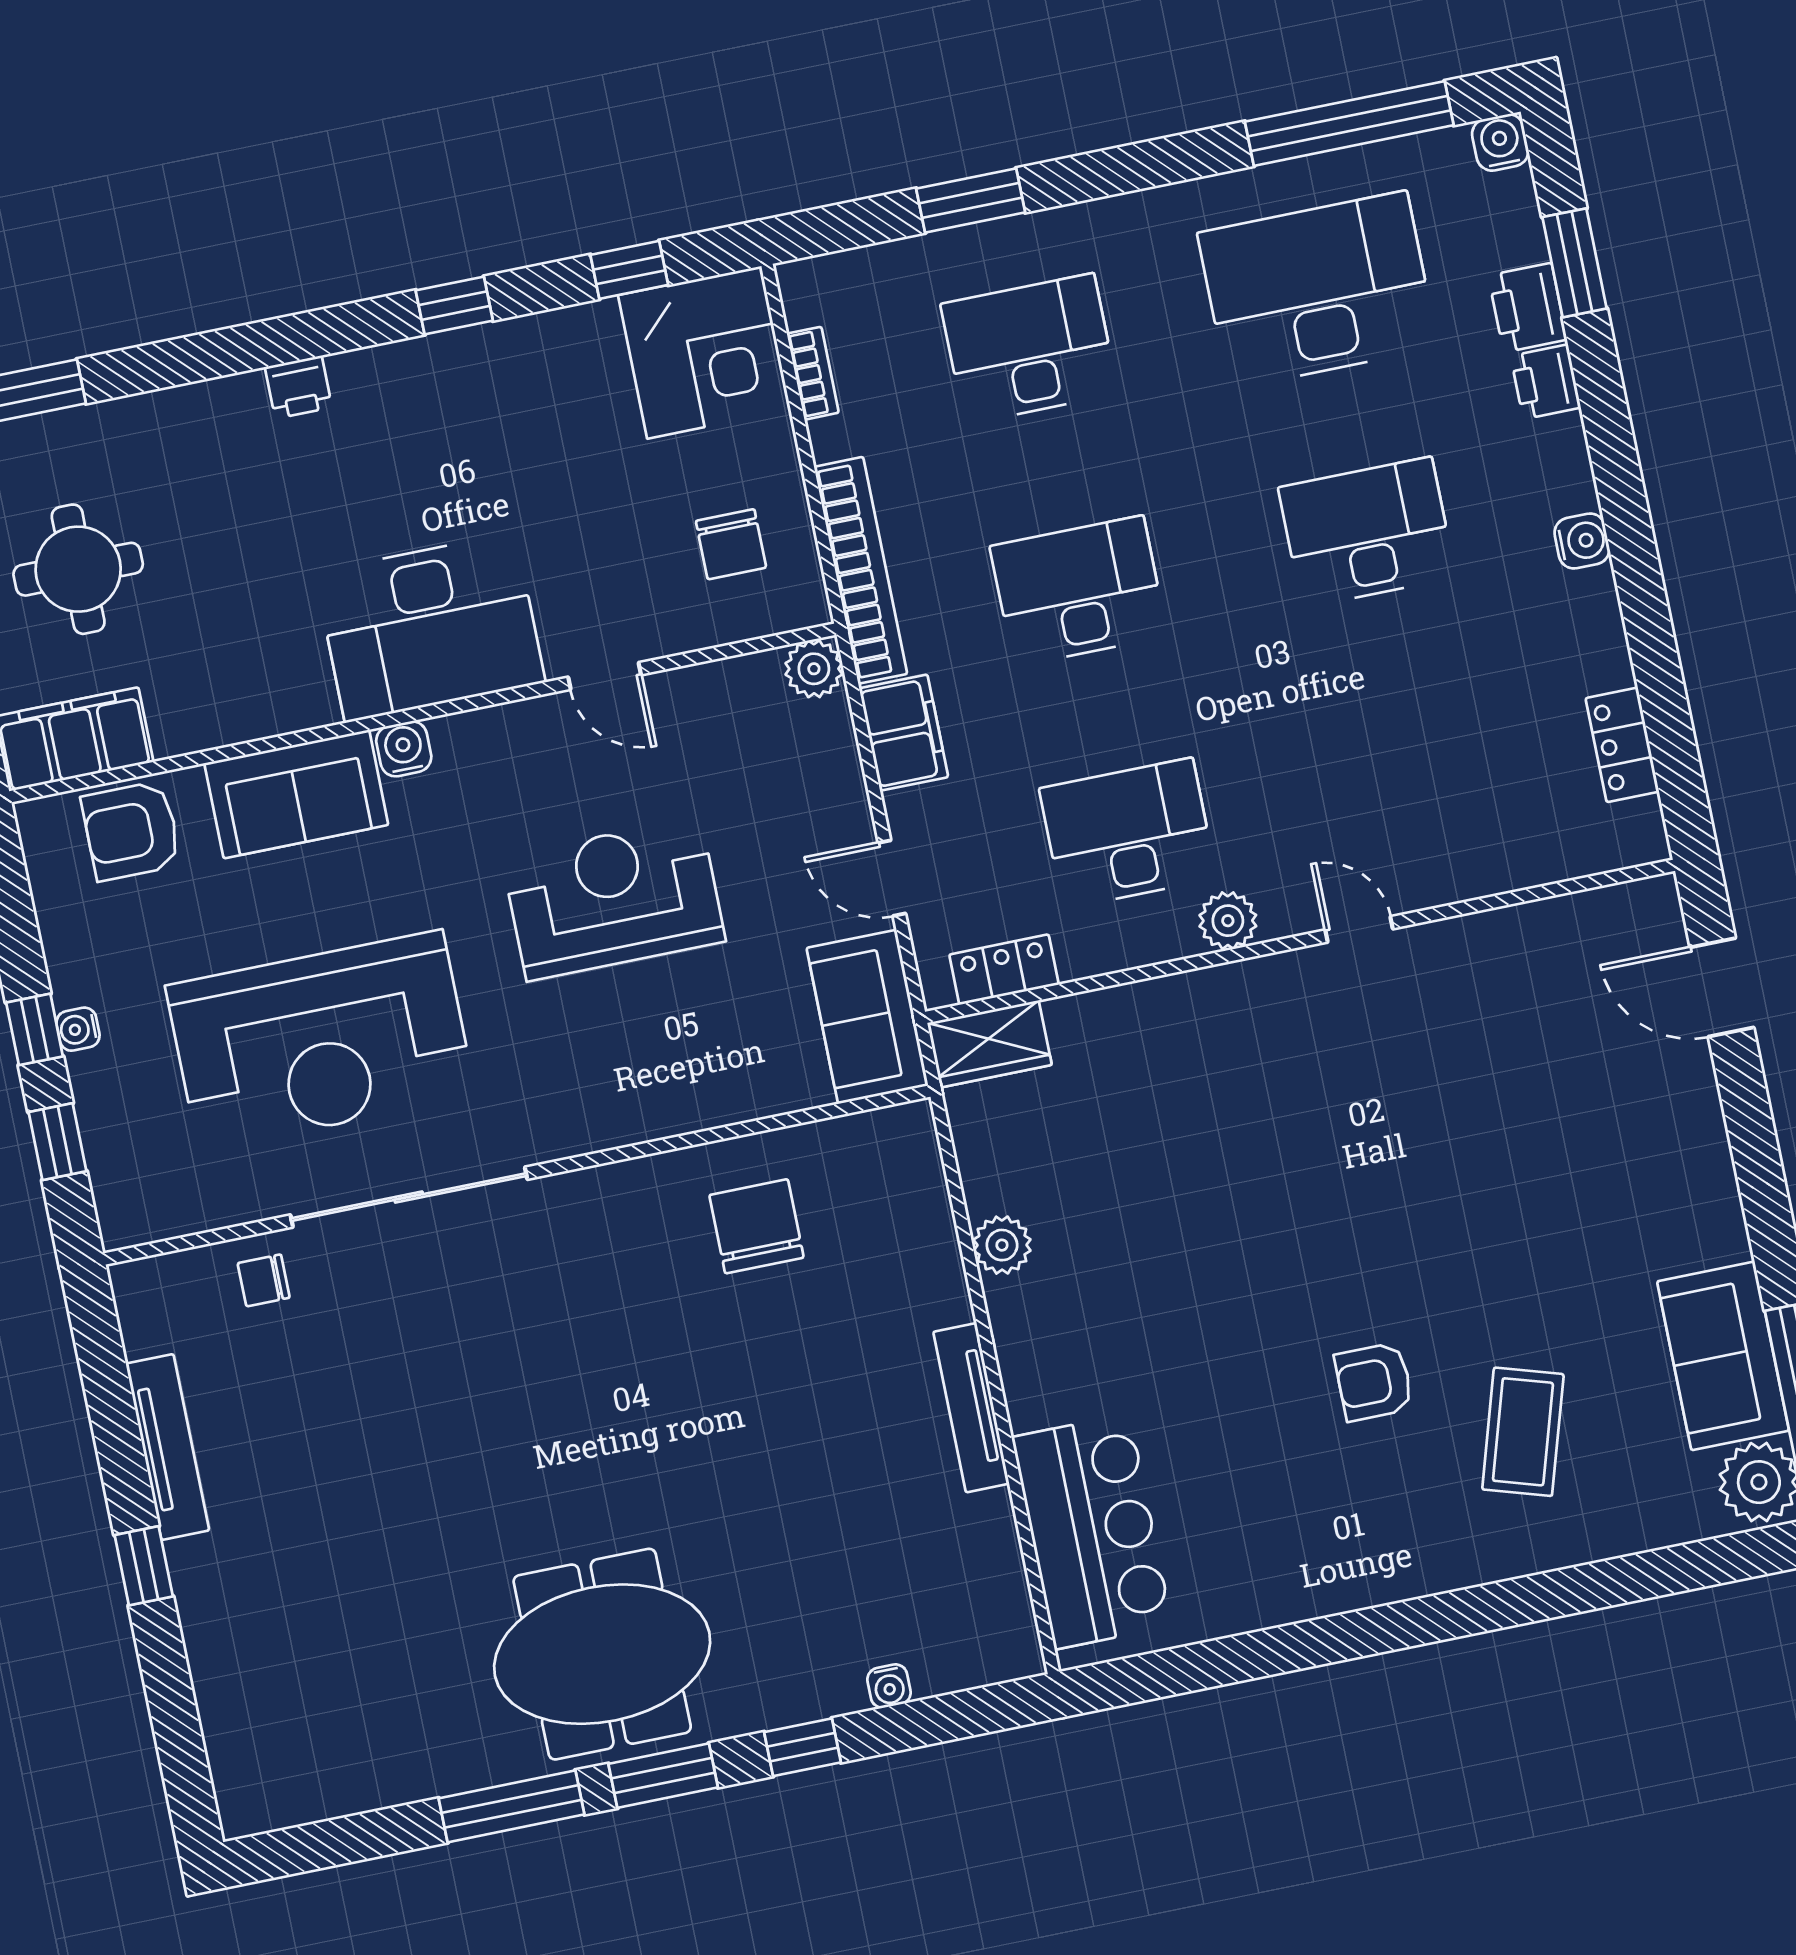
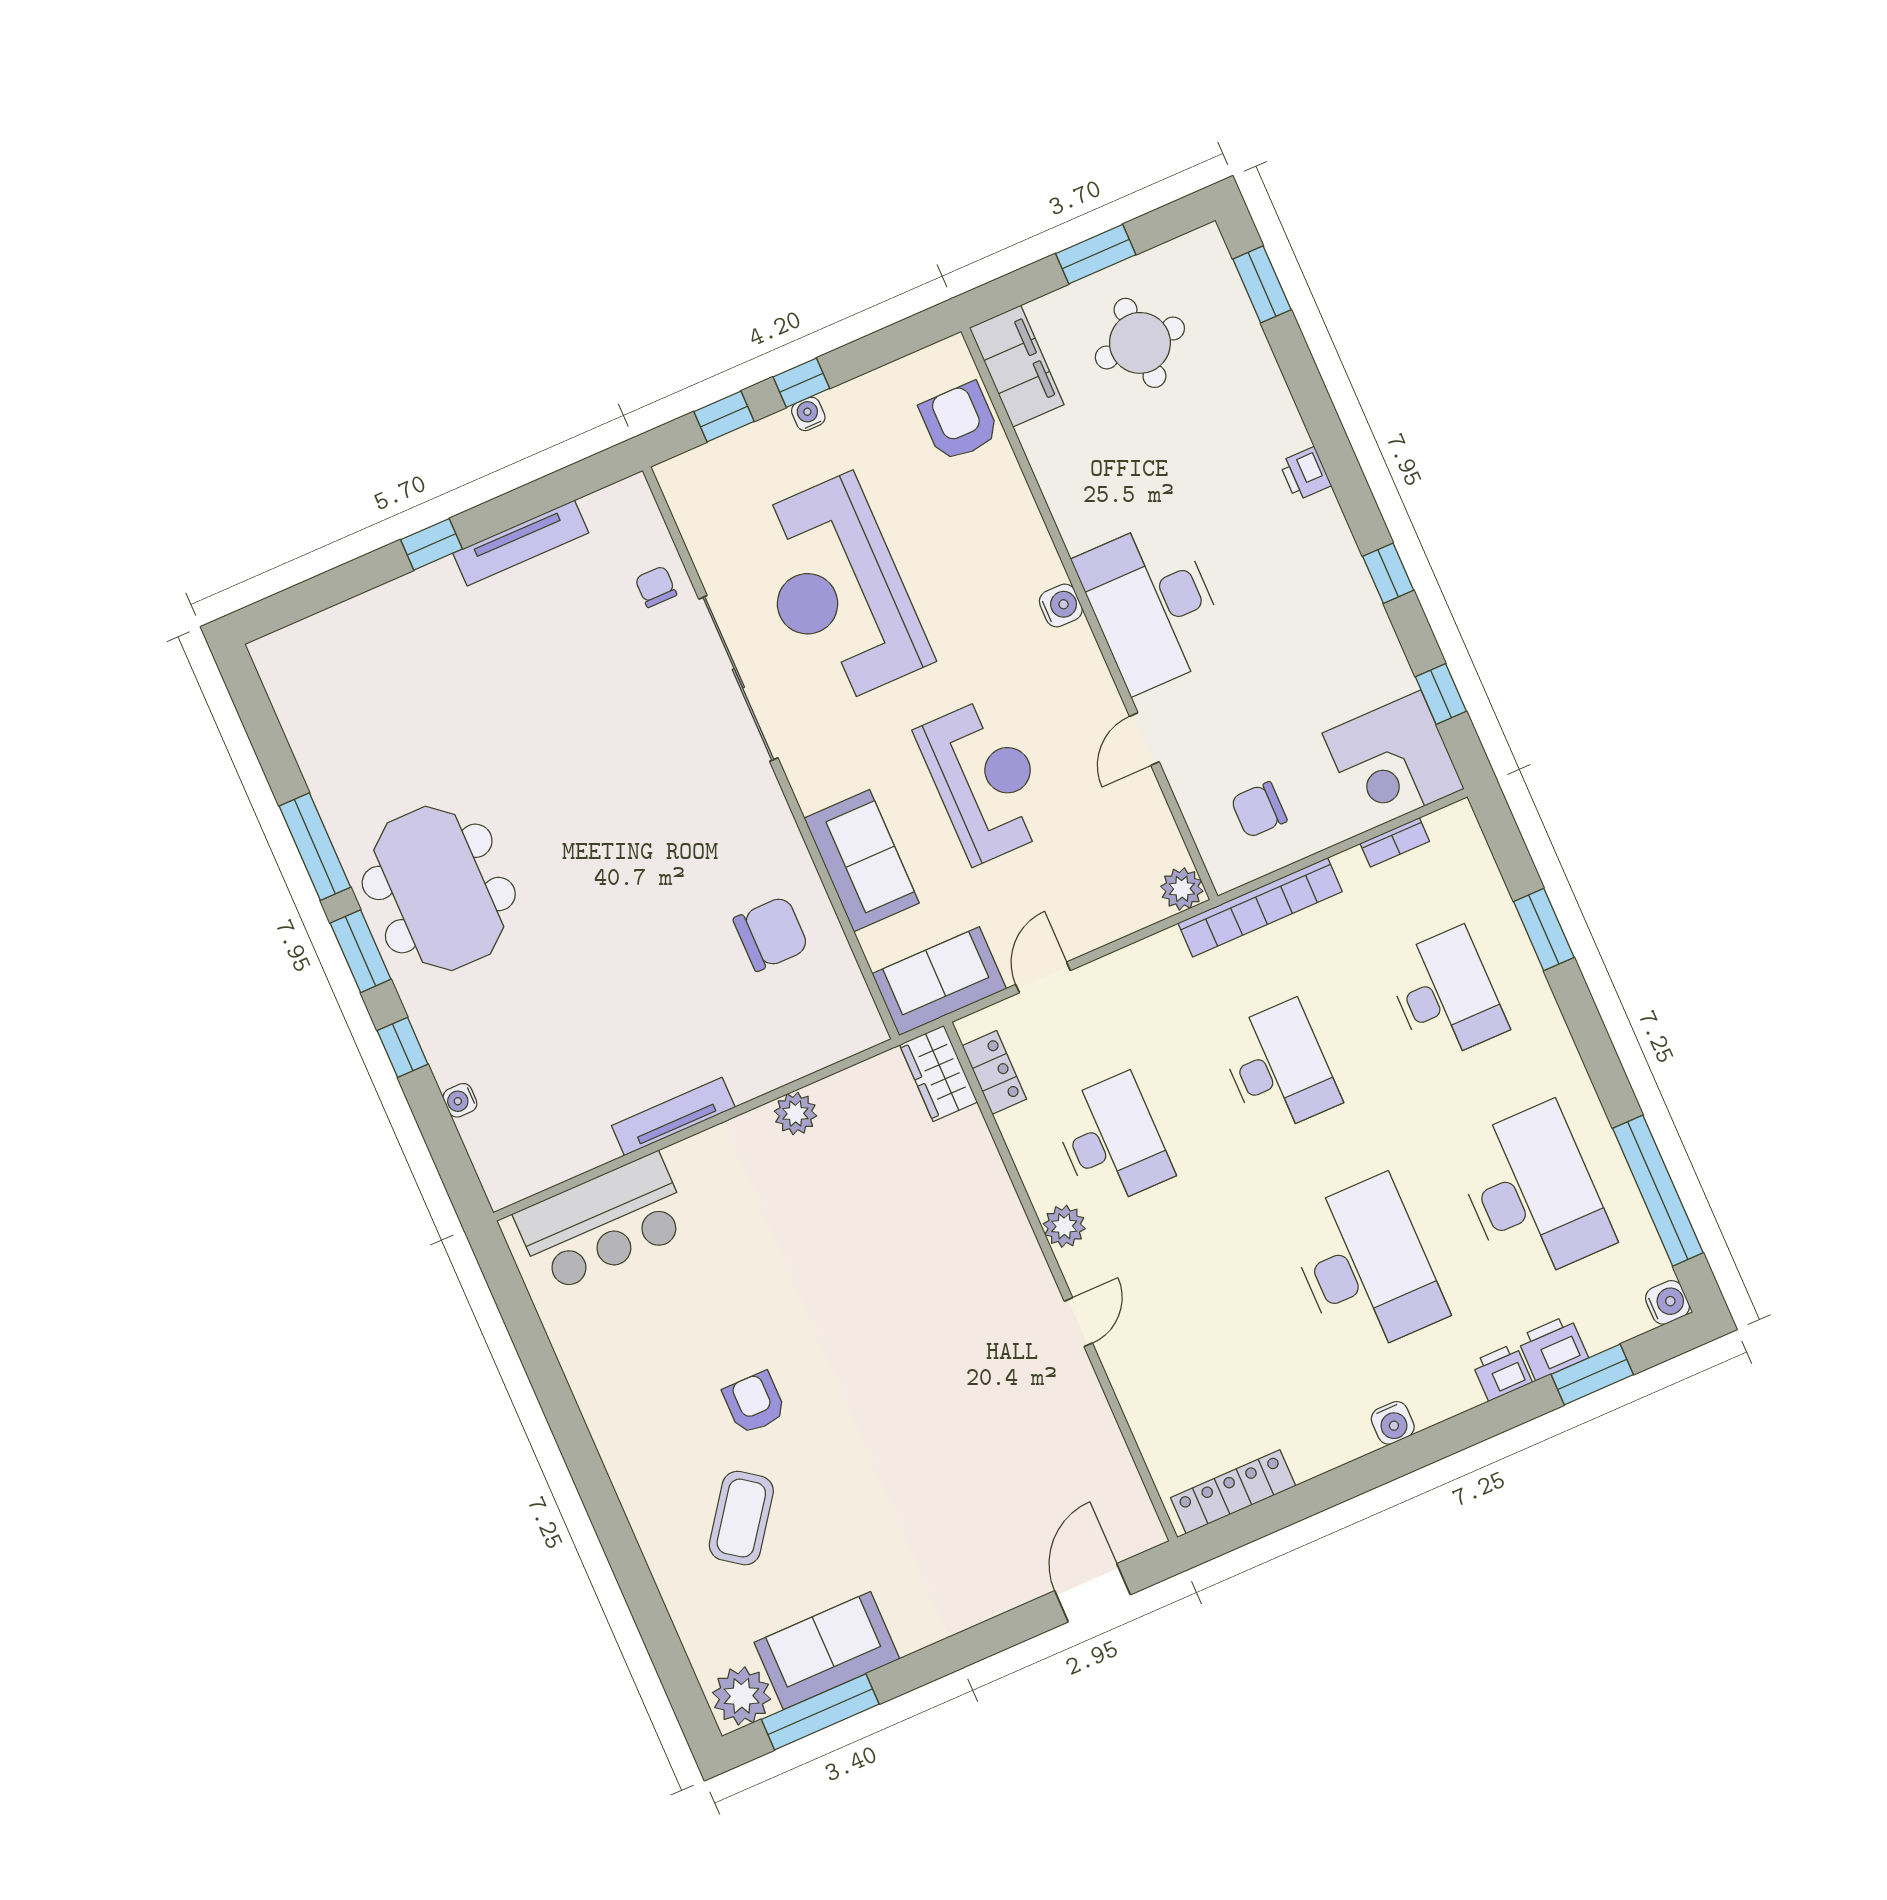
desk: (1367, 532) -> (1366, 1267), width x1.36, depth x1.30
filing cabinet: (904, 733) -> (1150, 963), removed
locker: (1622, 745) -> (1233, 1492), width x1.53
sofa: (296, 794) -> (862, 861), moved, turned 180
coffee table: (1523, 1432) -> (741, 1518), turned -71

